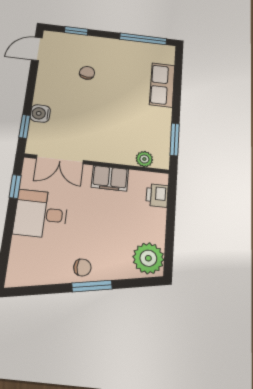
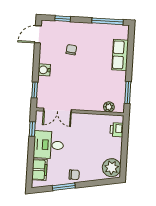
water cooler: (40, 114) -> (44, 70), moved
filing cabinet: (110, 178) -> (39, 170), moved, turned -90
window: (92, 286) -> (64, 187), moved

